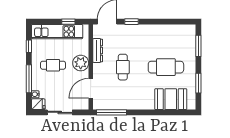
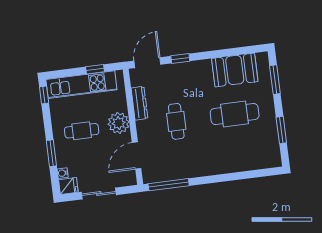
window: (29, 46) -> (44, 95), moved
window: (29, 79) -> (51, 153), width x0.69
booth: (171, 99) -> (235, 70), moved

